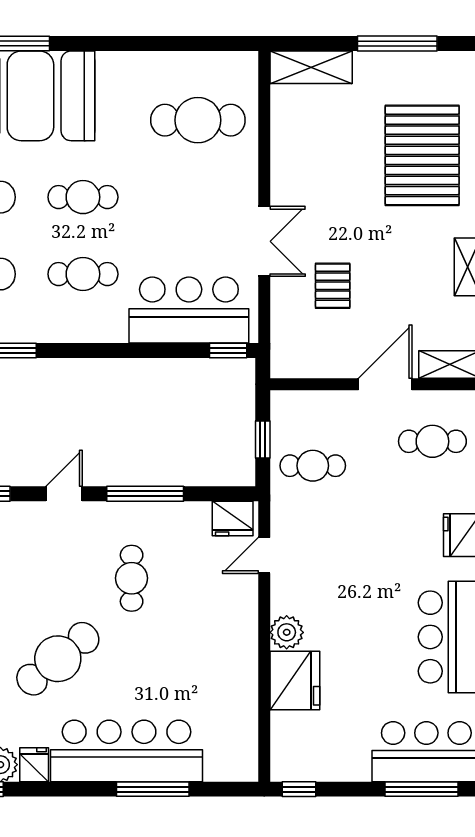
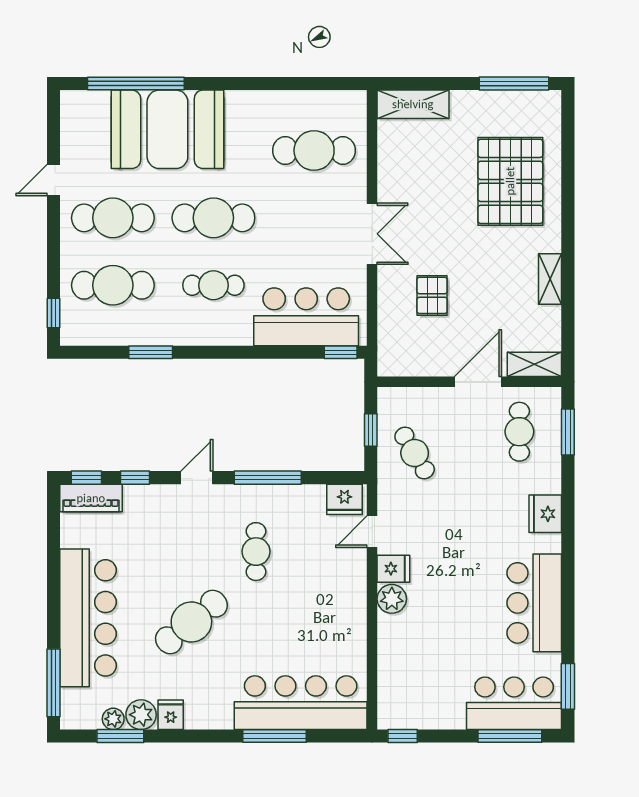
window: (397, 44) -> (514, 84), moved
cafe table: (83, 197) -> (213, 218), width x1.37, depth x1.35
double door: (264, 241) -> (372, 234), moved
cafe table: (432, 441) -> (519, 432), turned 90
cafe table: (313, 466) -> (415, 453), turned 59
fridge: (295, 680) -> (393, 569), moved, width x0.53, depth x0.75
bar counter: (127, 751) -> (301, 703), moved

